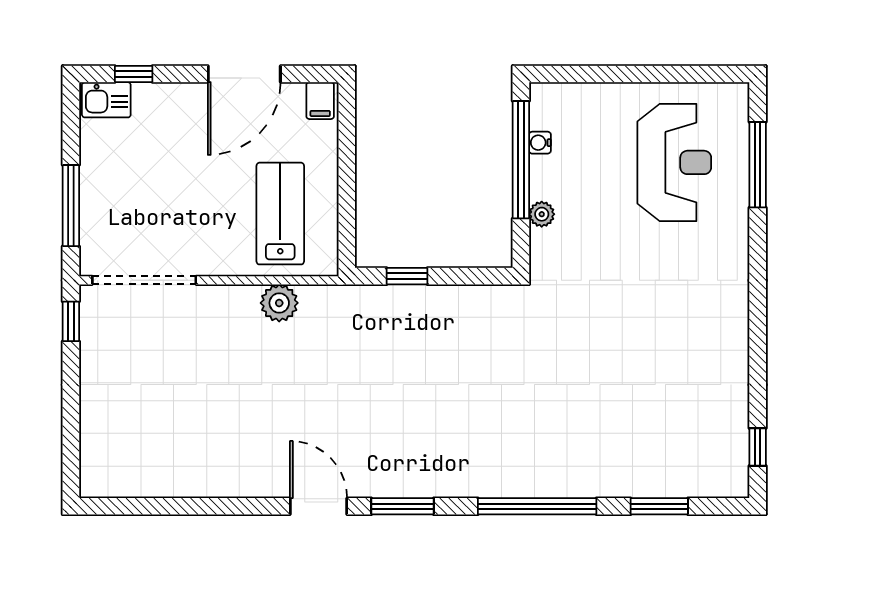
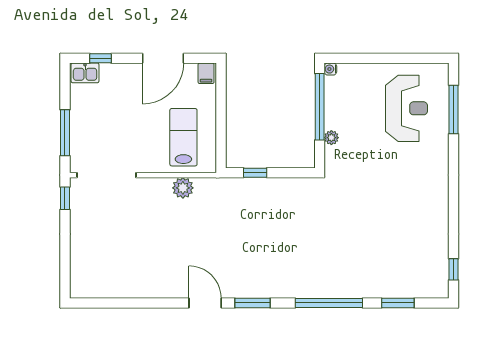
water cooler: (540, 143) -> (330, 69), moved

